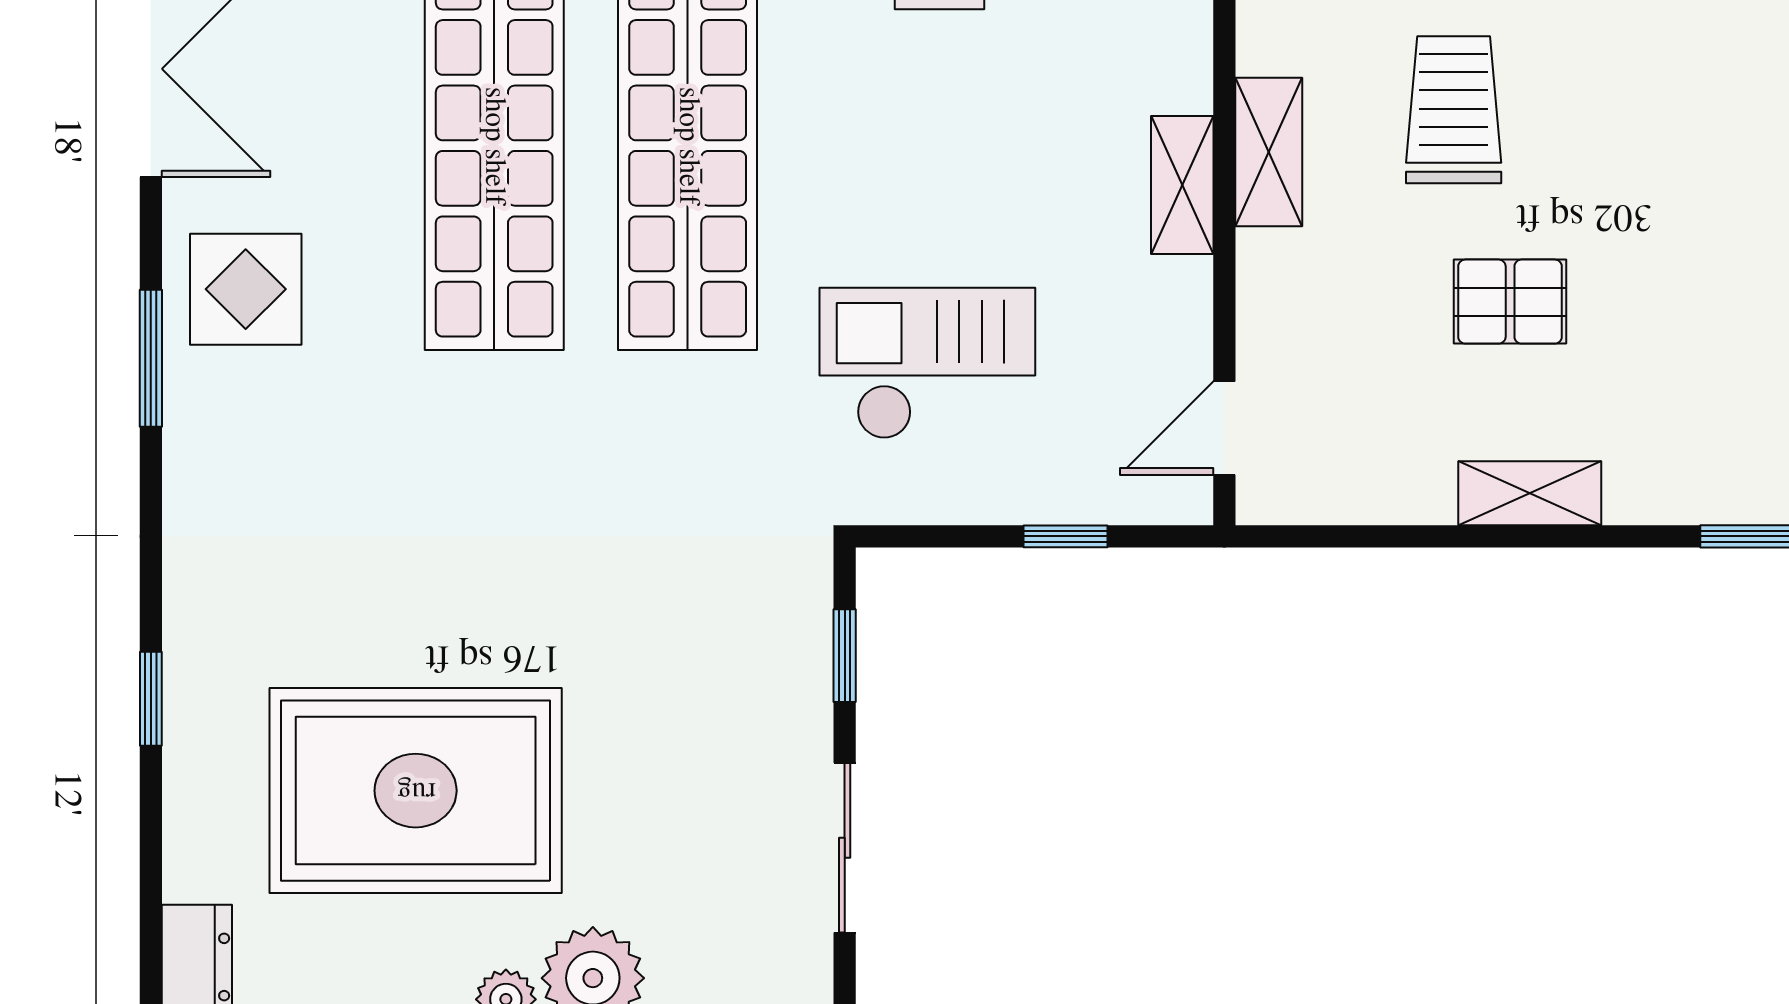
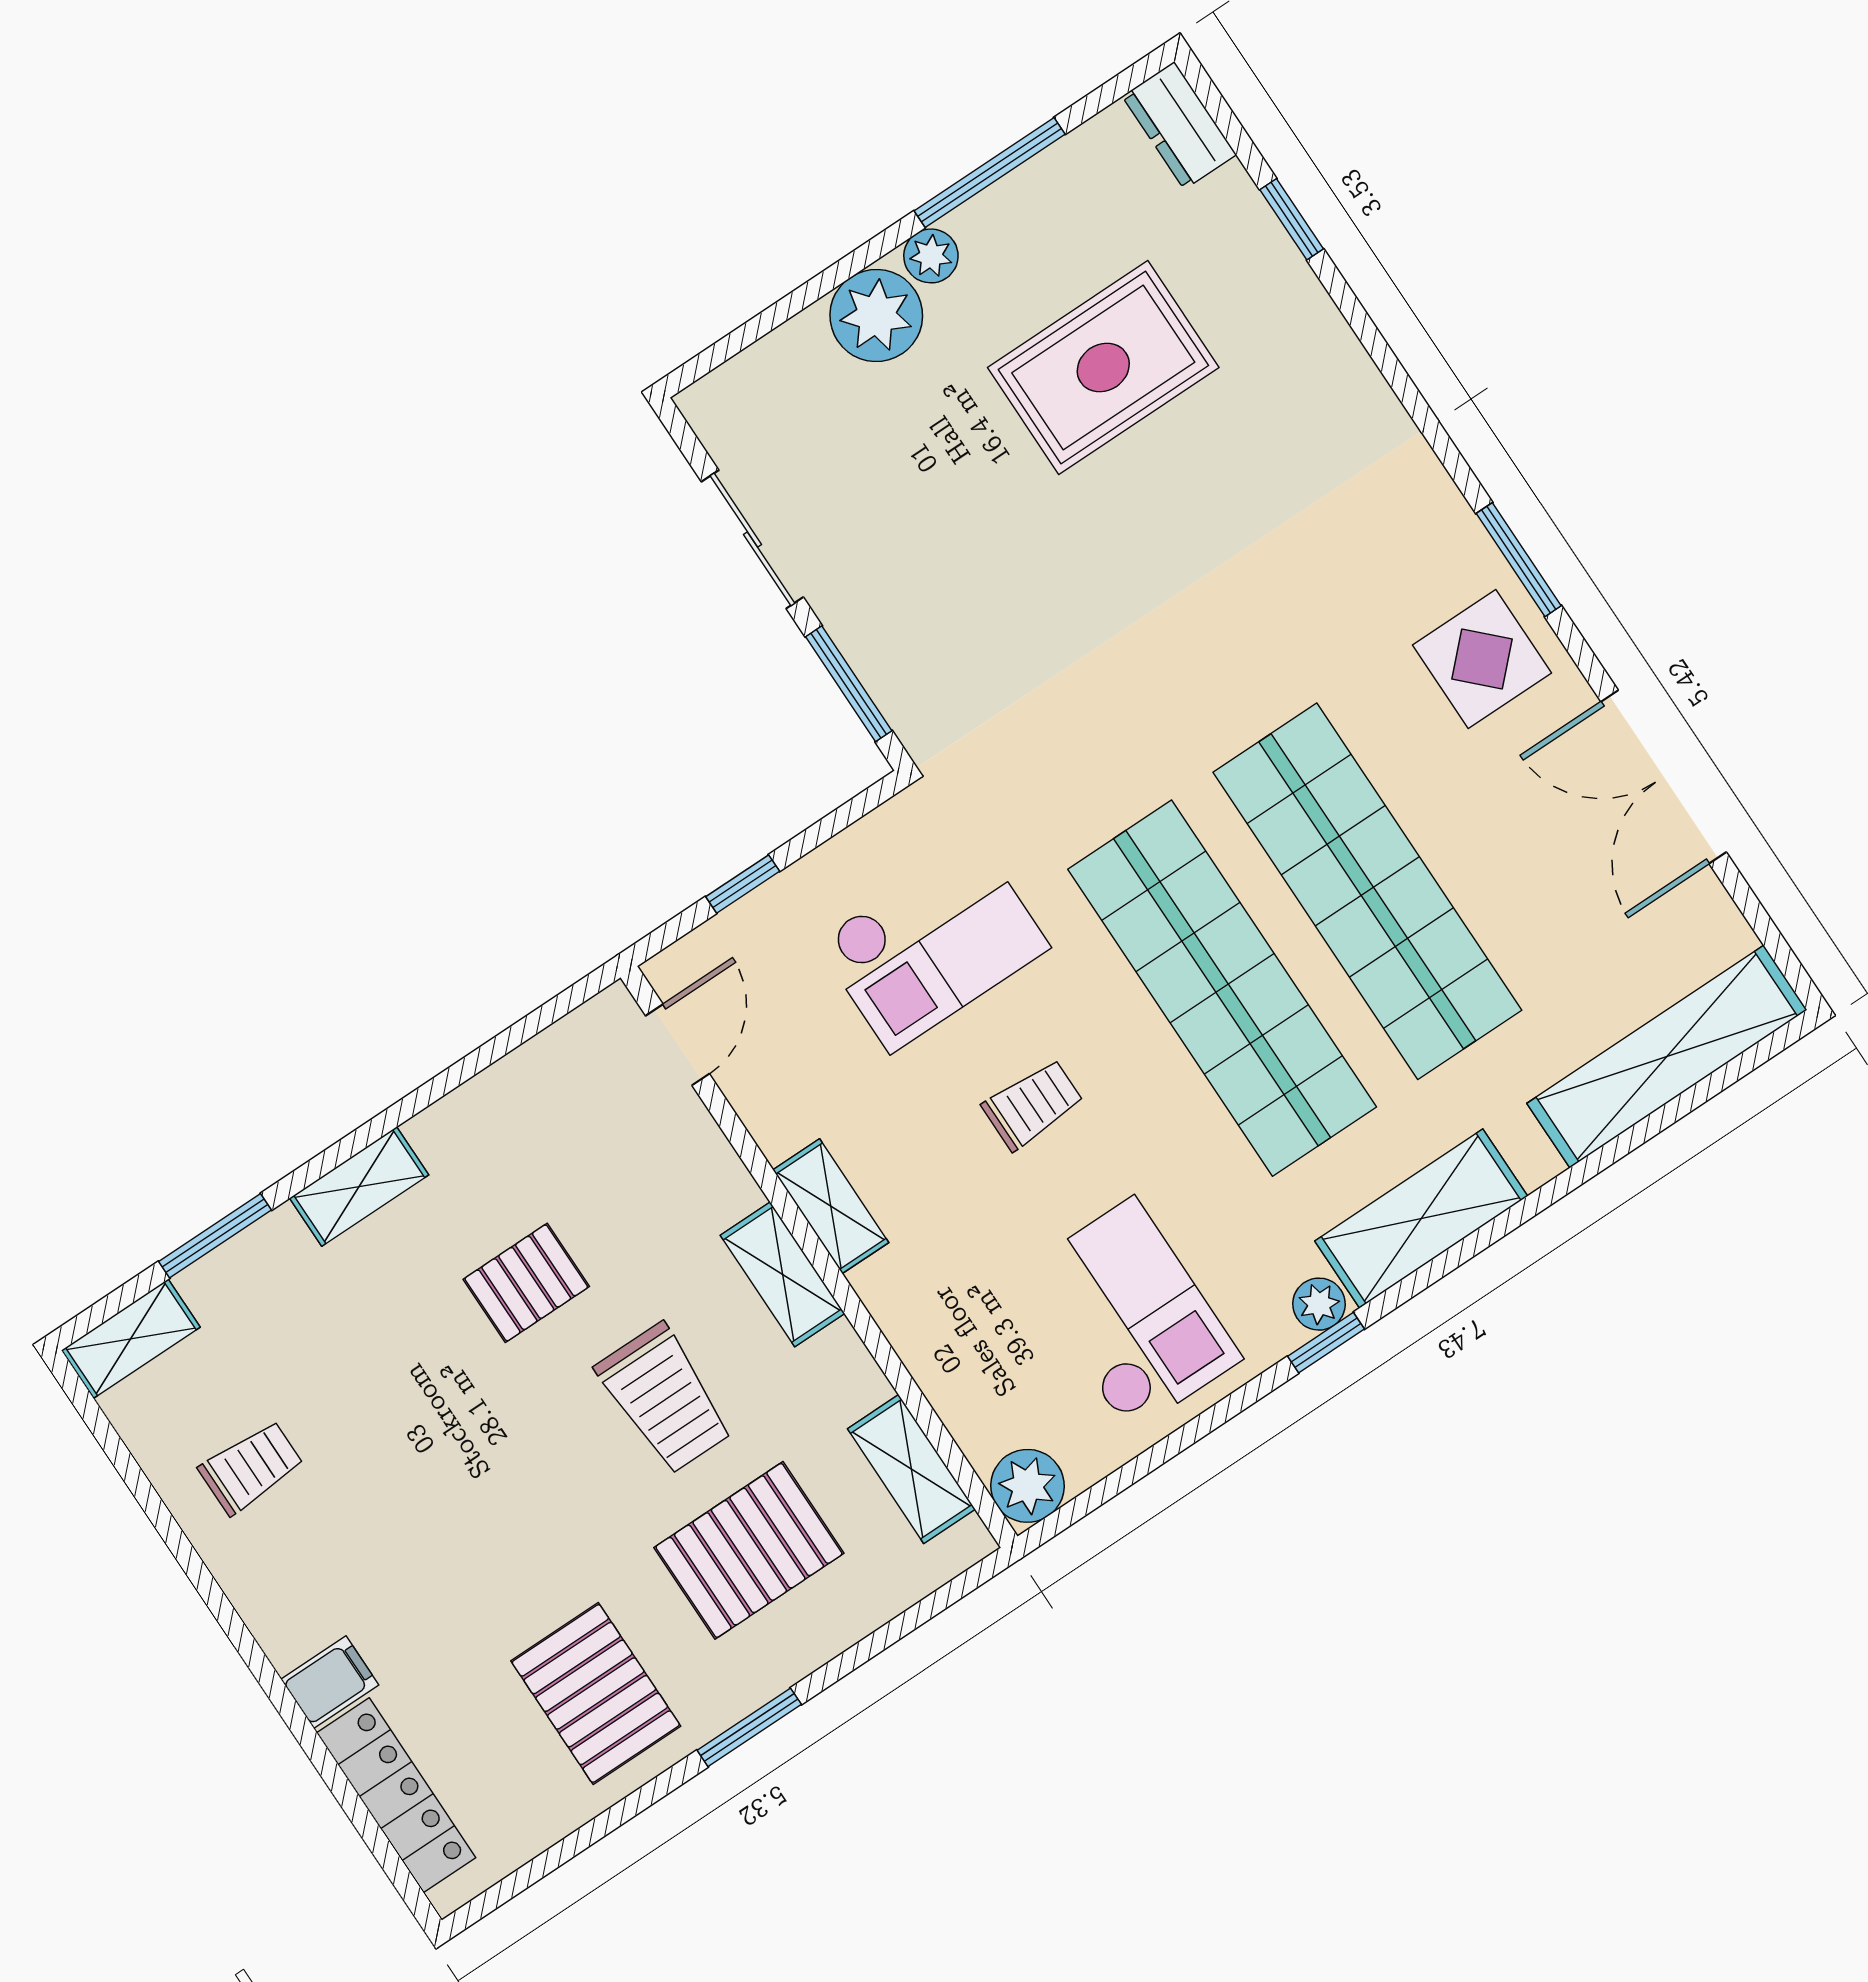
trolley: (934, 155) -> (1033, 1104), added
shelving: (1530, 493) -> (359, 1186), moved
window: (845, 656) -> (849, 684), width x1.50
window: (151, 699) -> (1292, 219), moved
rug: (416, 791) -> (1103, 367), width x0.73, depth x0.69

